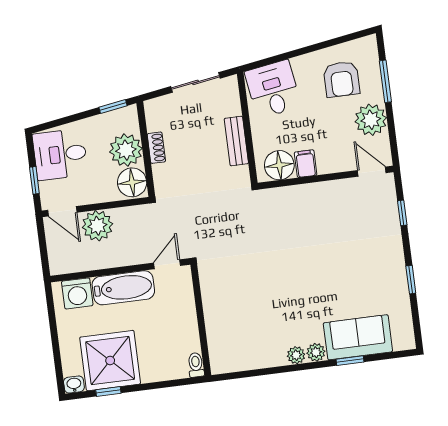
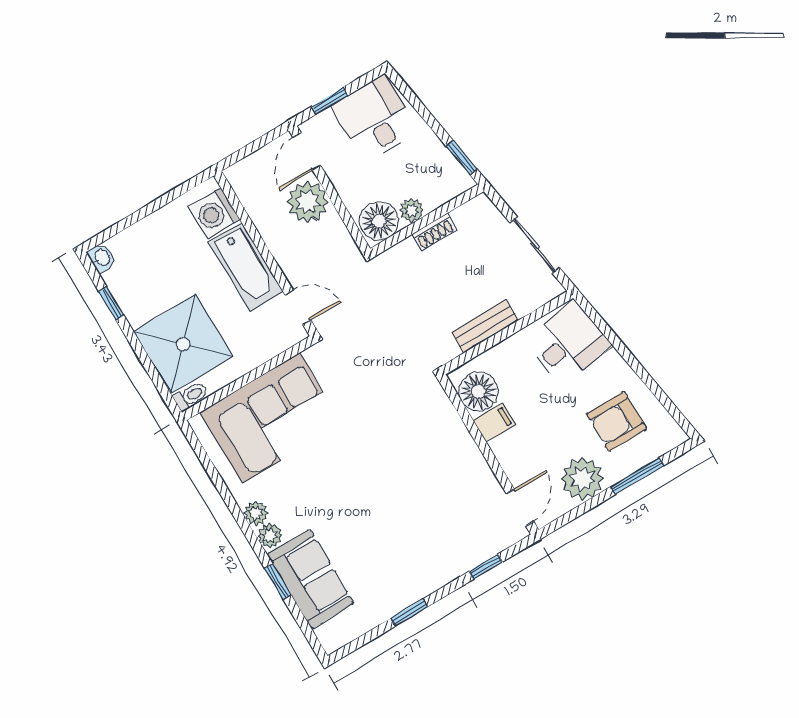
plant: (126, 150) -> (412, 210), width x0.53, depth x0.53
corner sofa: (235, 316) -> (271, 418), added
shower: (110, 361) -> (183, 344), moved

